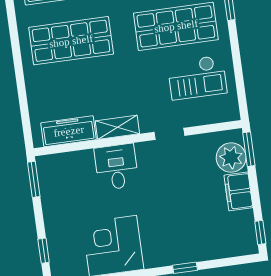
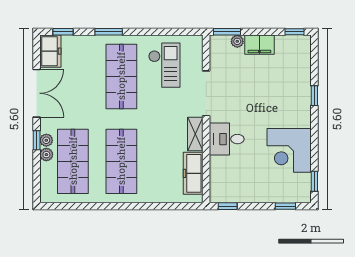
doorway: (169, 134) -> (206, 93), width x1.88
plant: (231, 158) -> (237, 41), width x0.53, depth x0.53
window: (34, 179) -> (228, 206), width x0.67

